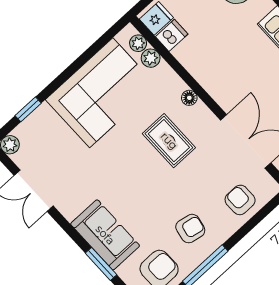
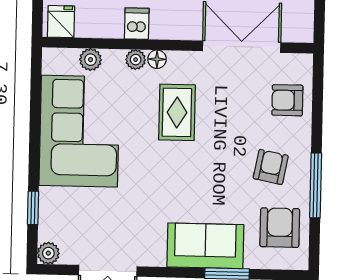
dishwasher: (172, 35) -> (137, 24), moved
plant: (138, 43) -> (136, 60), moved
rug: (169, 141) -> (177, 112), turned 90

